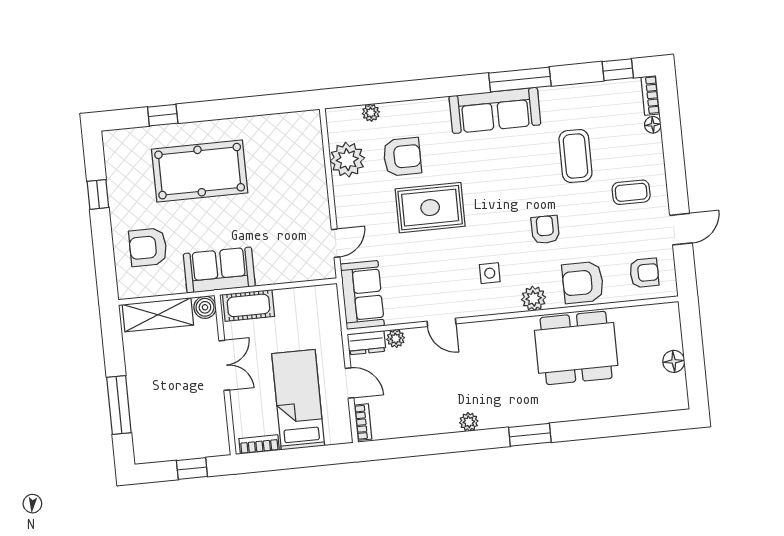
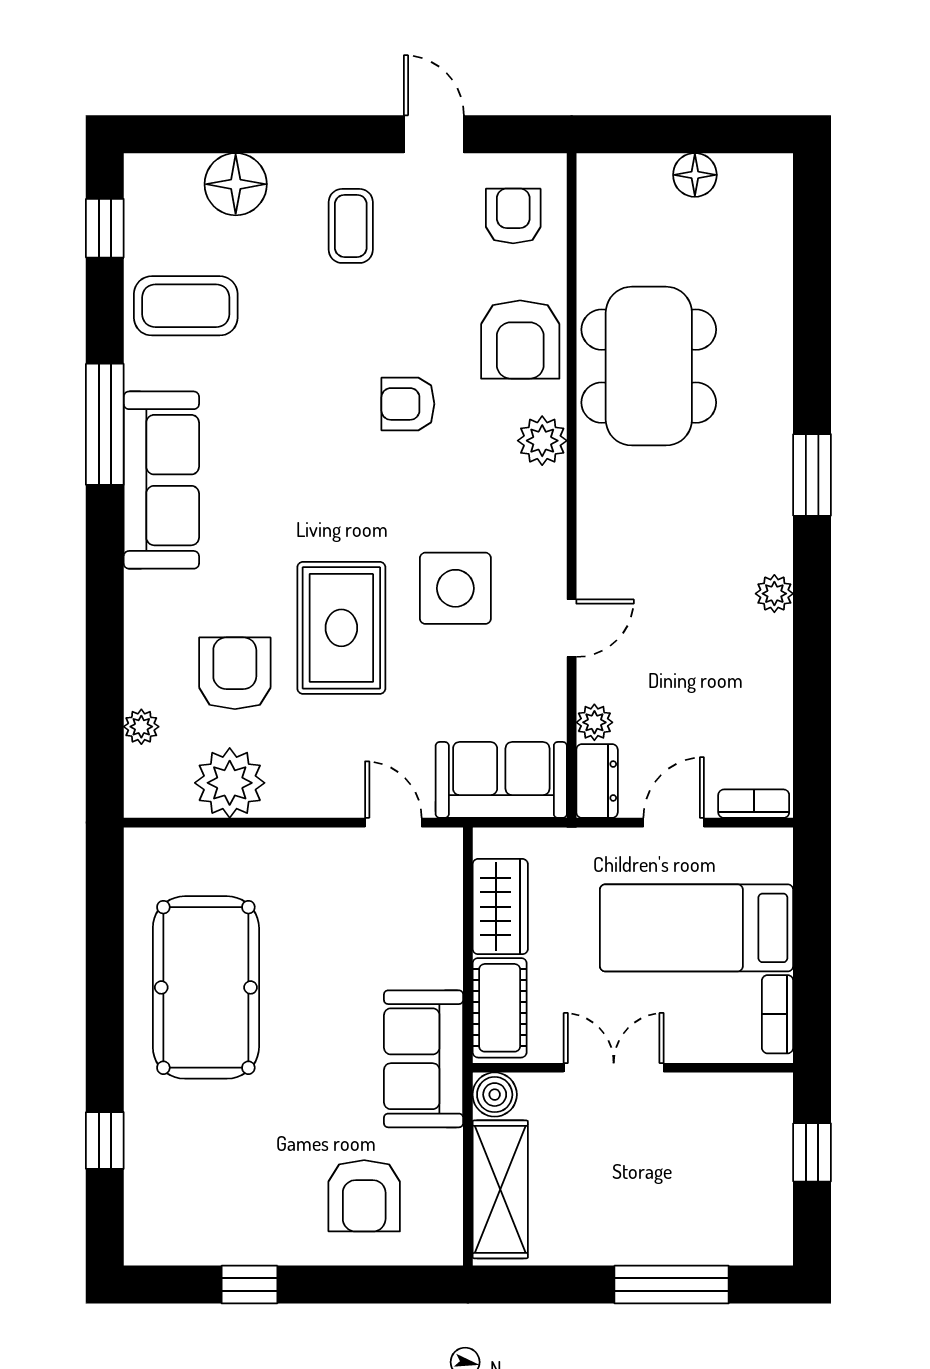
bookcase: (650, 95) -> (162, 168), removed
floor lamp: (653, 125) -> (236, 184), width x1.89, depth x1.89
coffee table: (575, 156) -> (186, 306), moved
pool table: (200, 171) -> (206, 987), moved
side table: (490, 273) -> (455, 588), moved, width x1.87, depth x1.87
wardrobe: (299, 301) -> (500, 907), added

